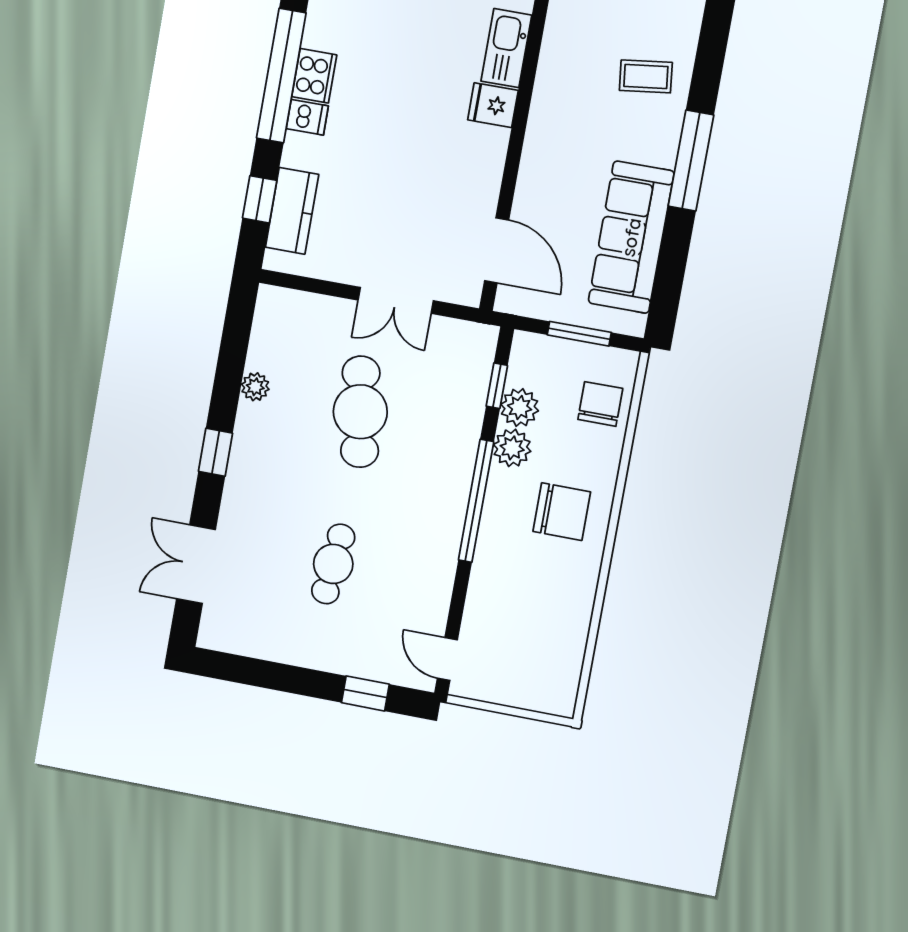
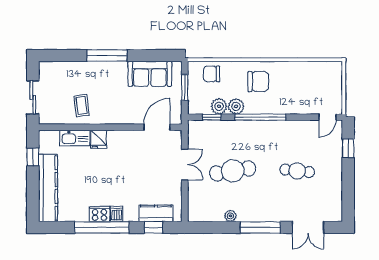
coffee table: (646, 76) -> (82, 106), moved
sofa: (631, 237) -> (150, 74), width x0.73
window: (216, 452) -> (260, 227), width x2.17
chair: (562, 512) -> (258, 82), turned 90

